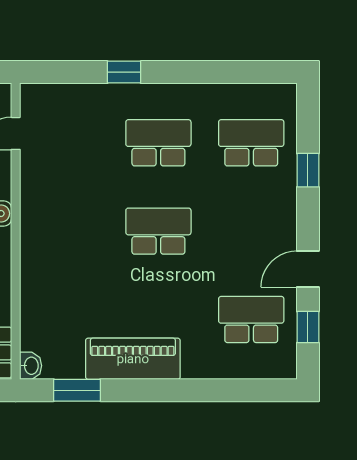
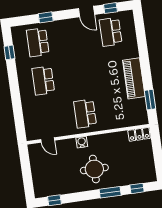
window: (124, 72) -> (9, 52), moved
school desk: (158, 231) -> (85, 114), moved
washbasin: (31, 366) -> (143, 120), removed

